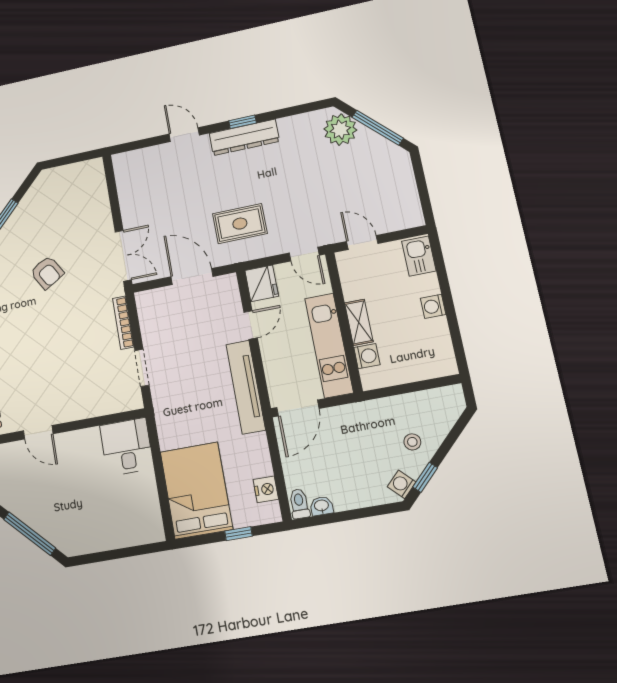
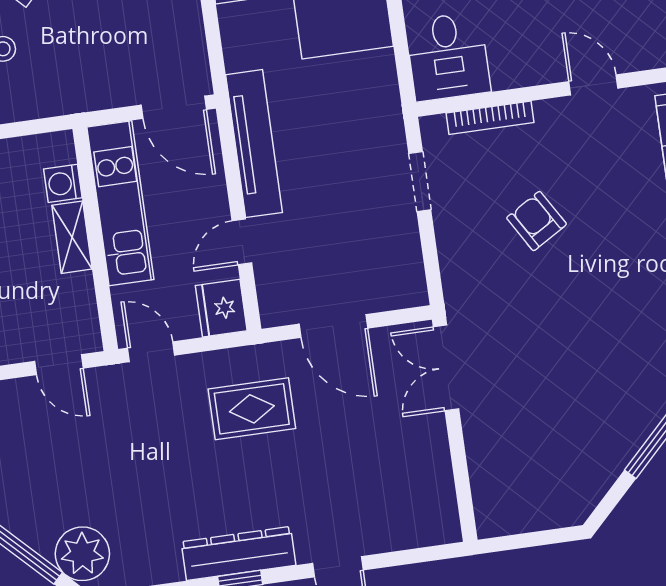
armchair: (47, 272) -> (537, 221), moved
bookcase: (123, 323) -> (490, 118), moved, turned 90
door: (298, 408) -> (174, 107), swing flipped

